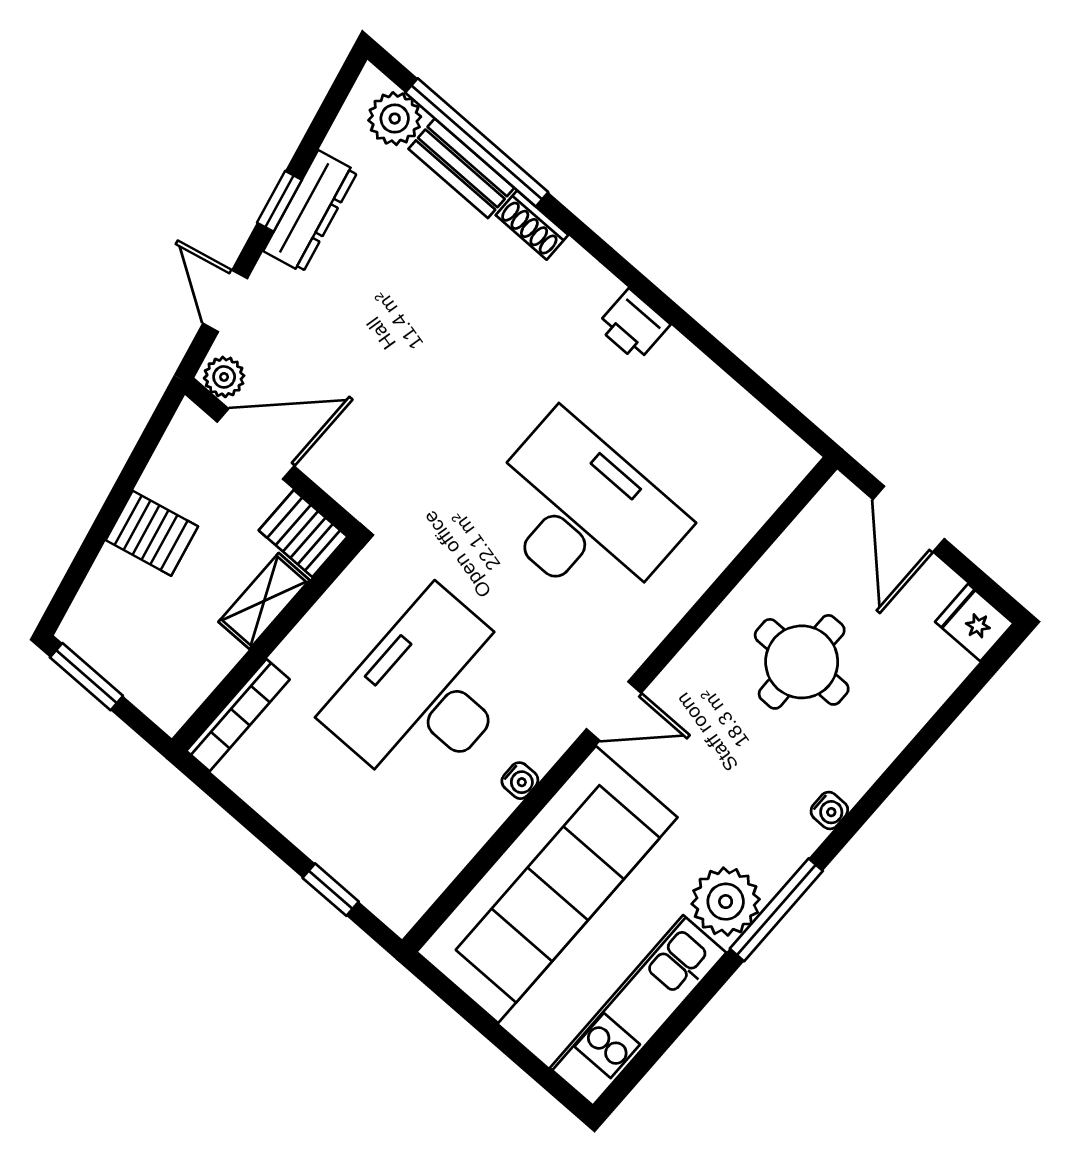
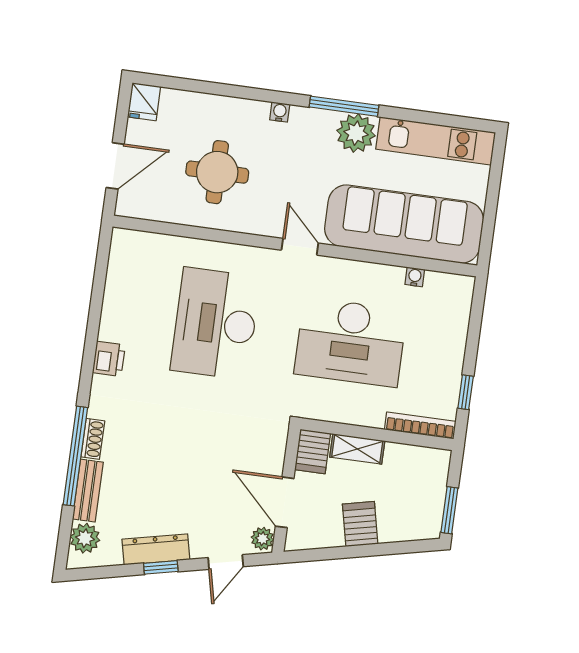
window: (477, 142) -> (75, 456), moved
water cooler: (520, 781) -> (415, 277), moved
window: (331, 890) -> (466, 392), moved

